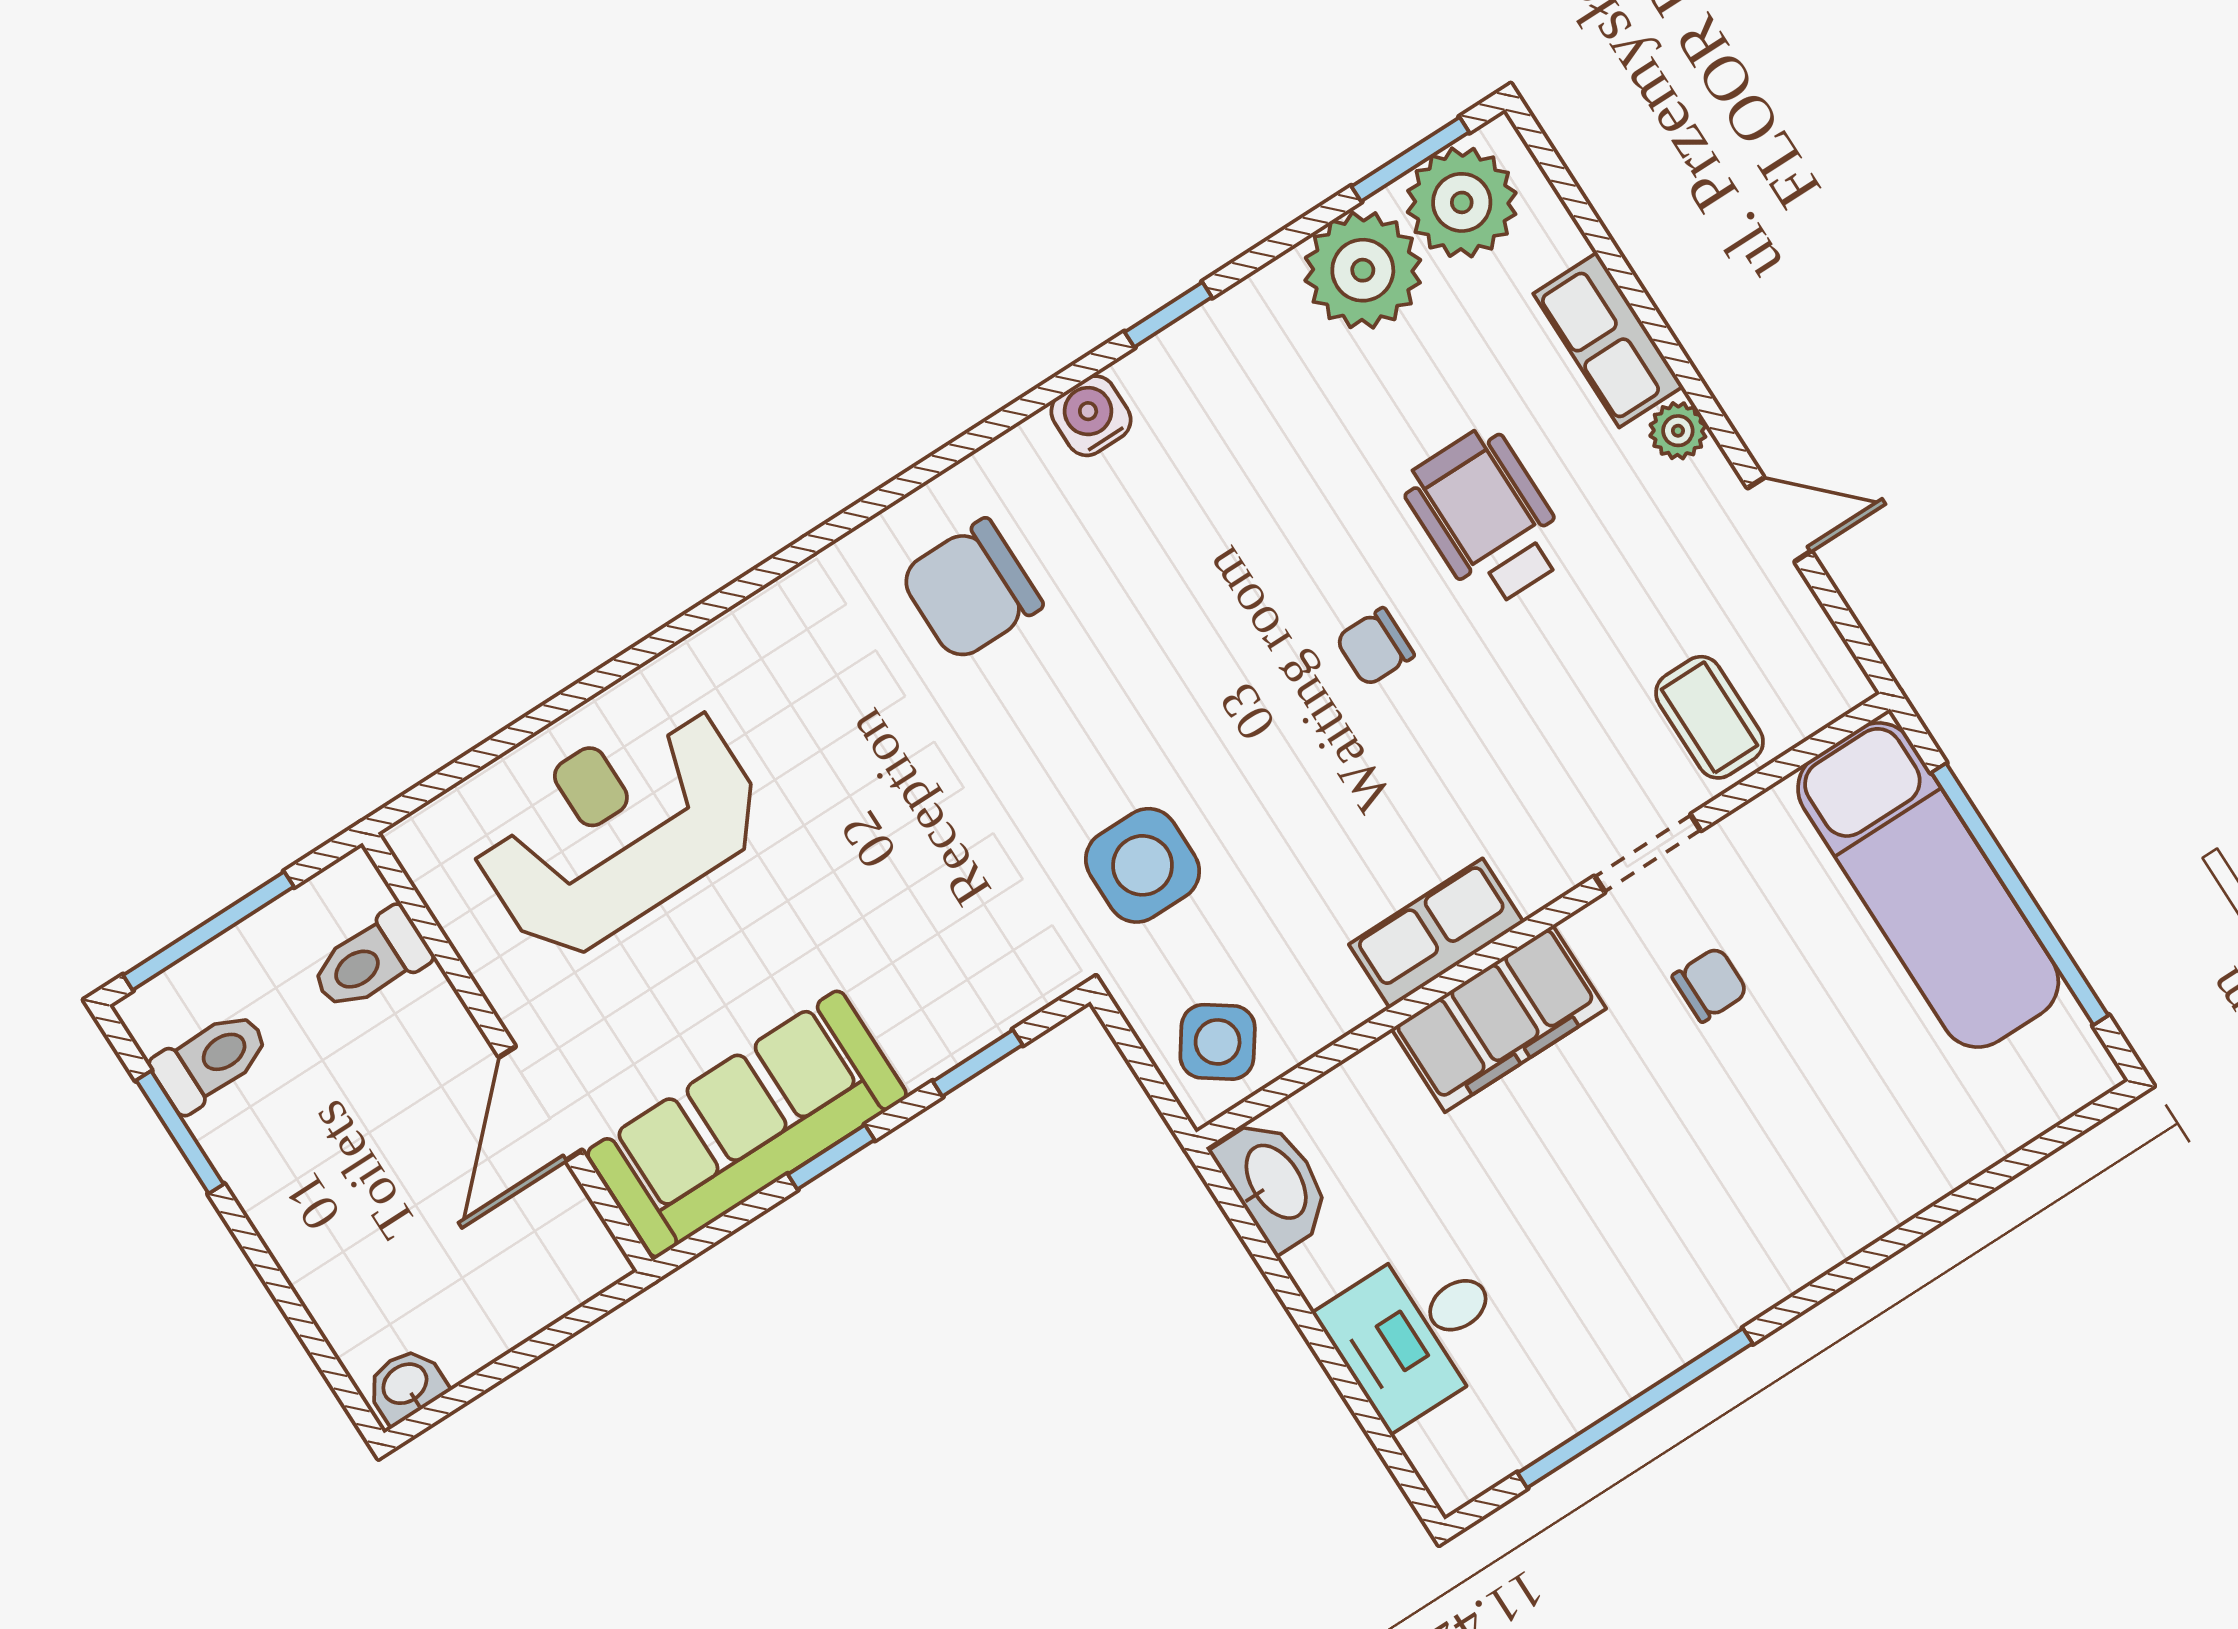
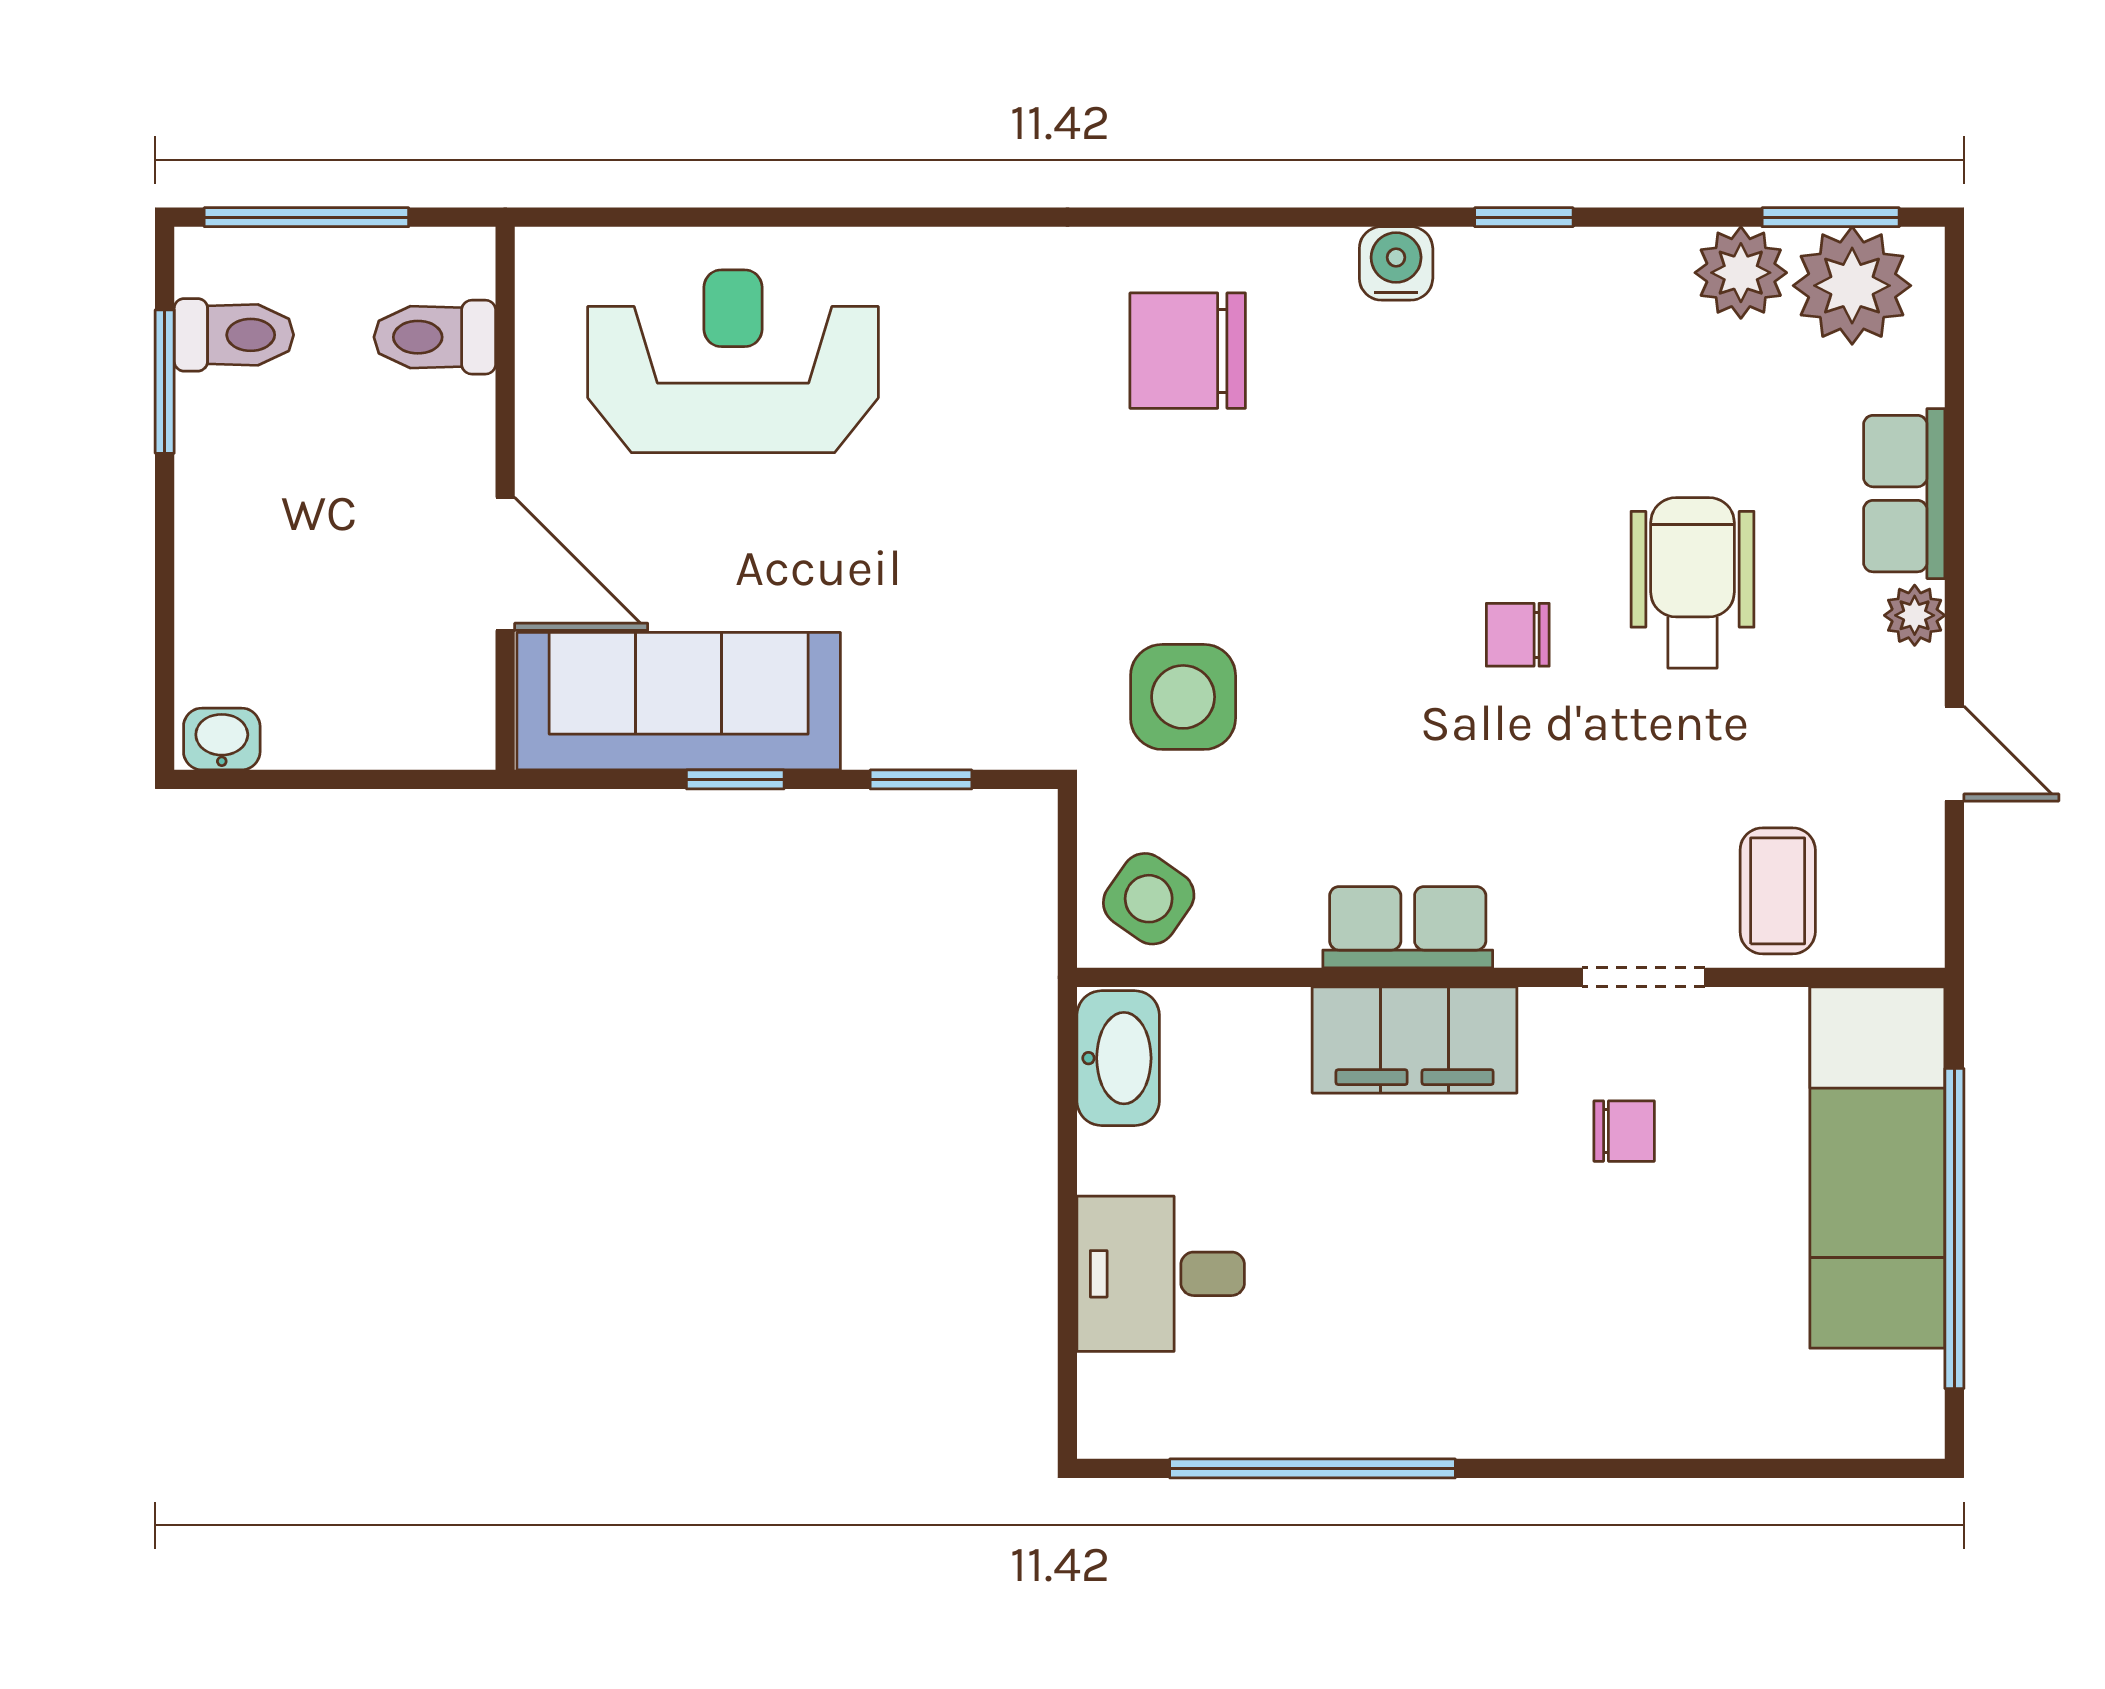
plant: (1363, 270) -> (1741, 273), width x0.73, depth x0.73
door: (541, 1104) -> (505, 564), swing flipped

